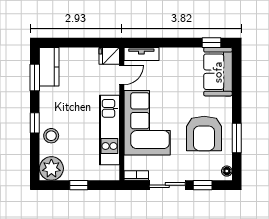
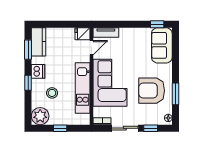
dishwasher: (48, 107) -> (38, 71), added
armchair: (204, 133) -> (152, 91), turned 90
stool: (51, 136) -> (52, 93), moved

